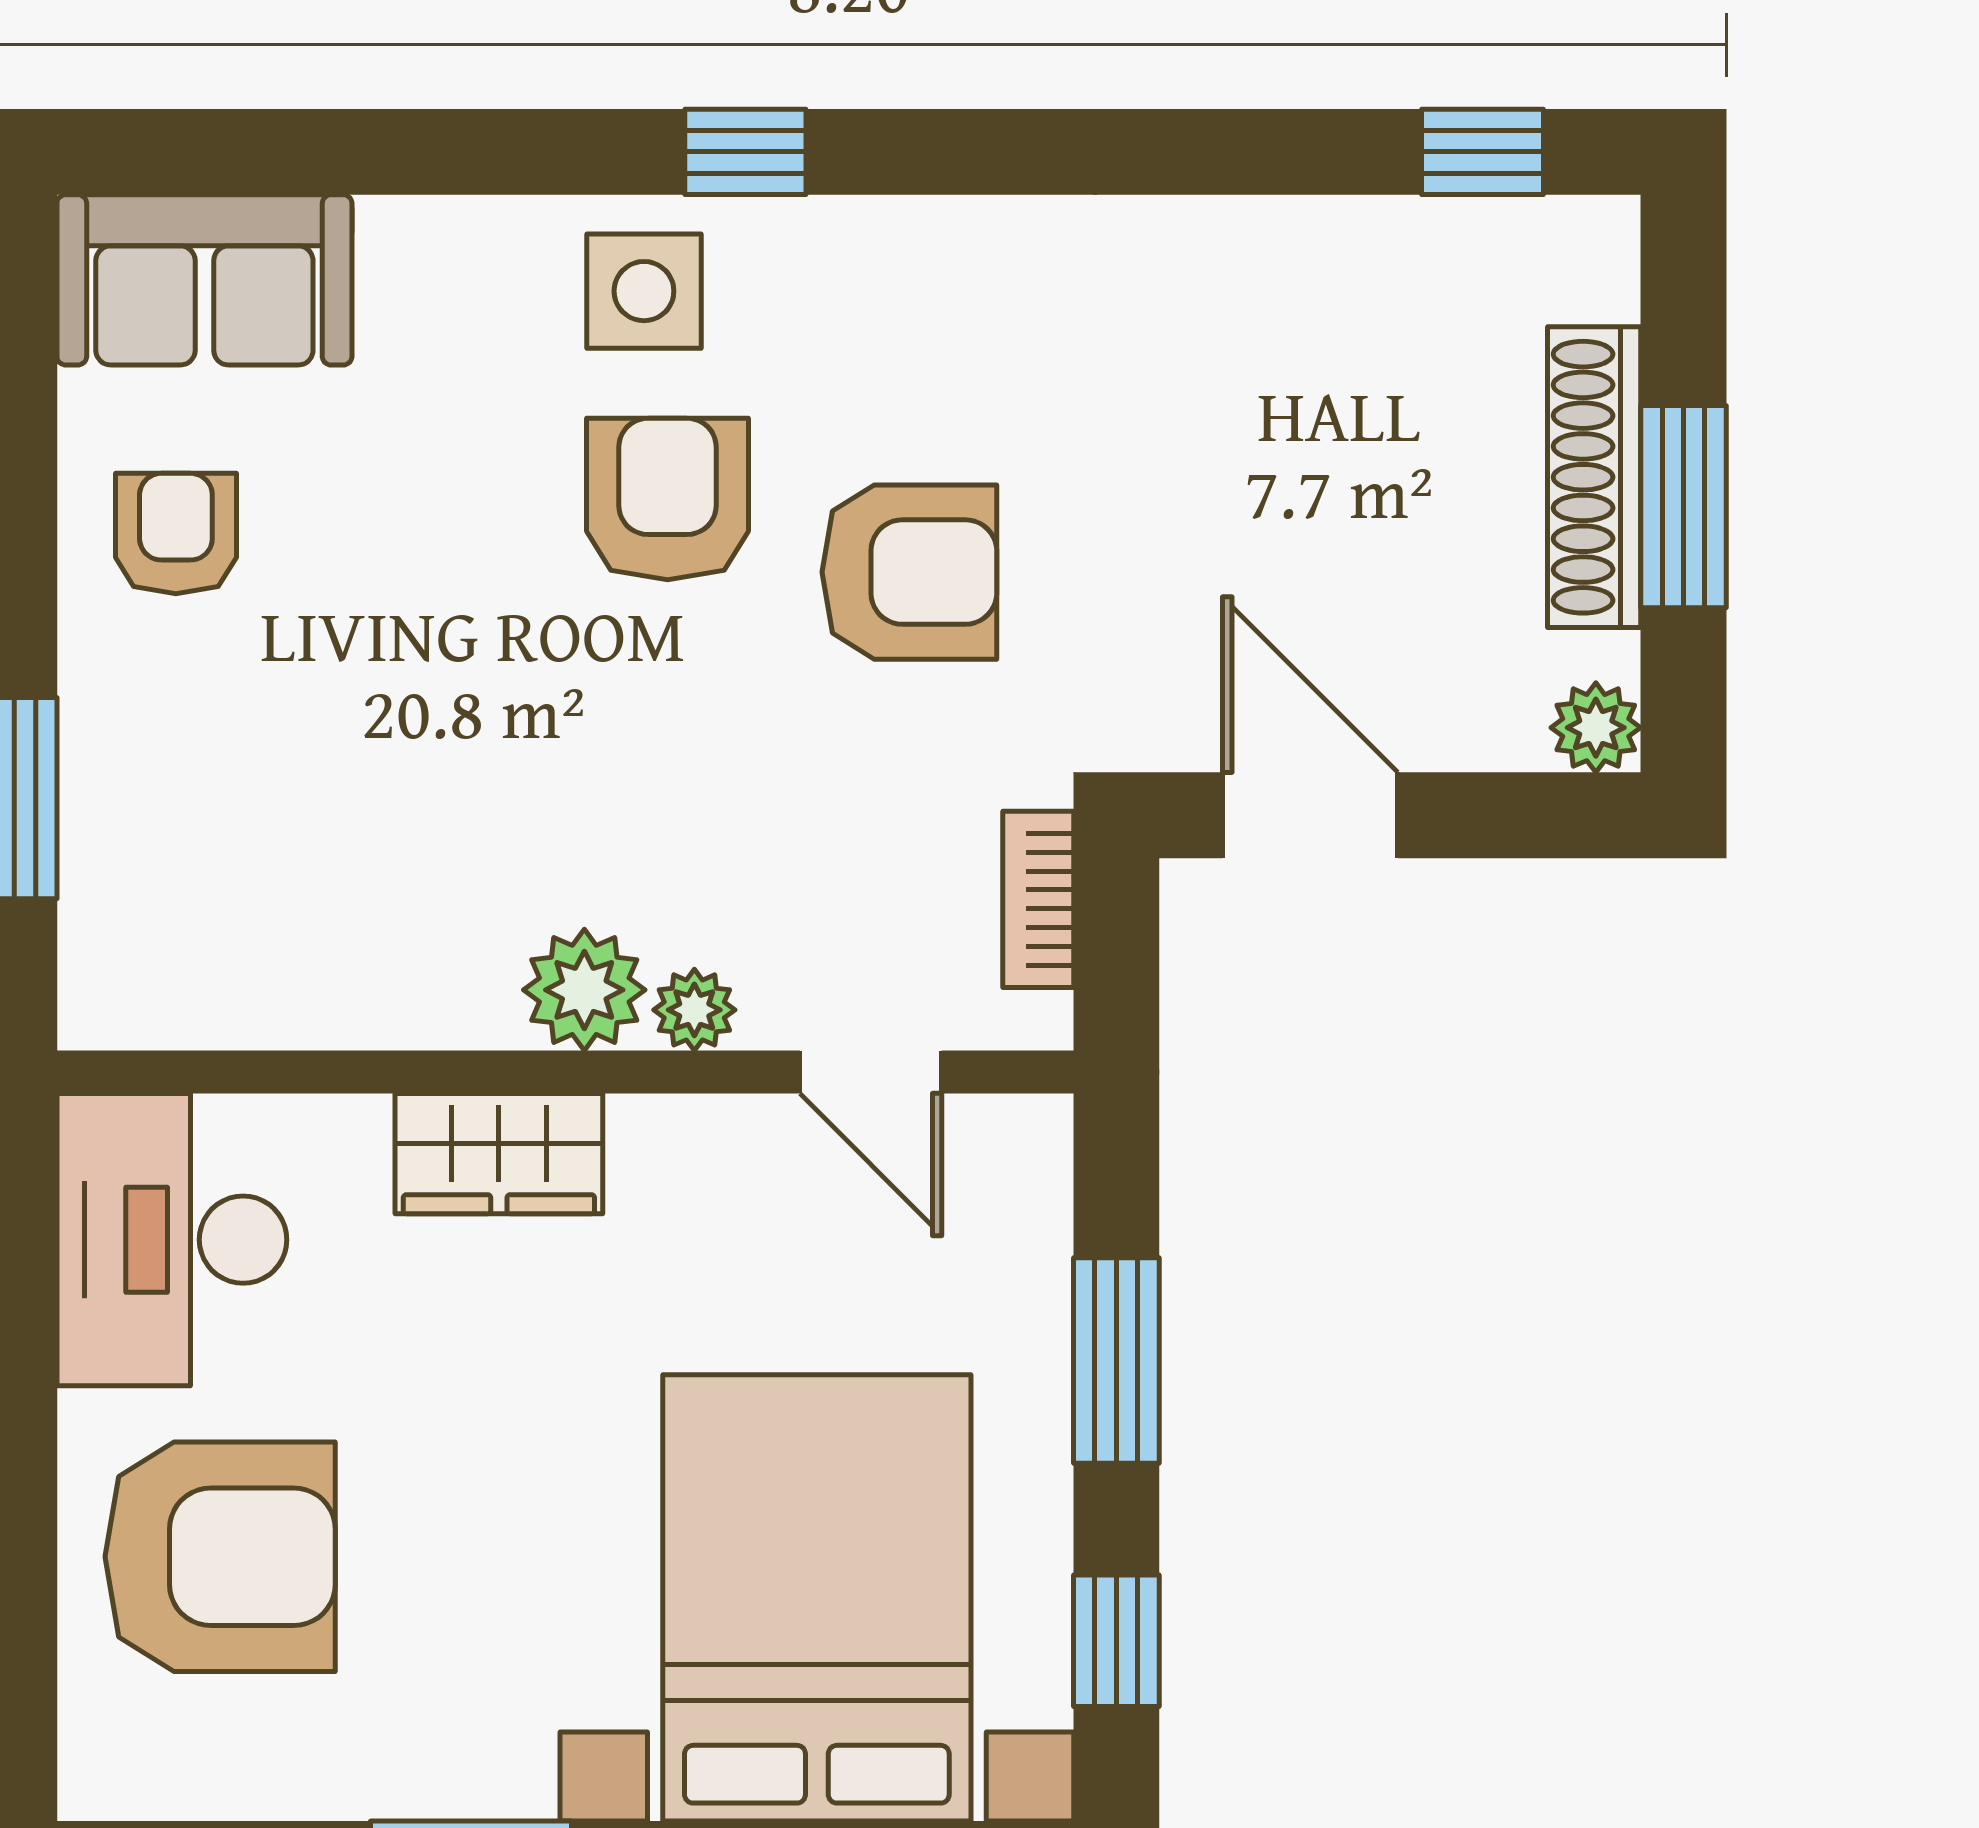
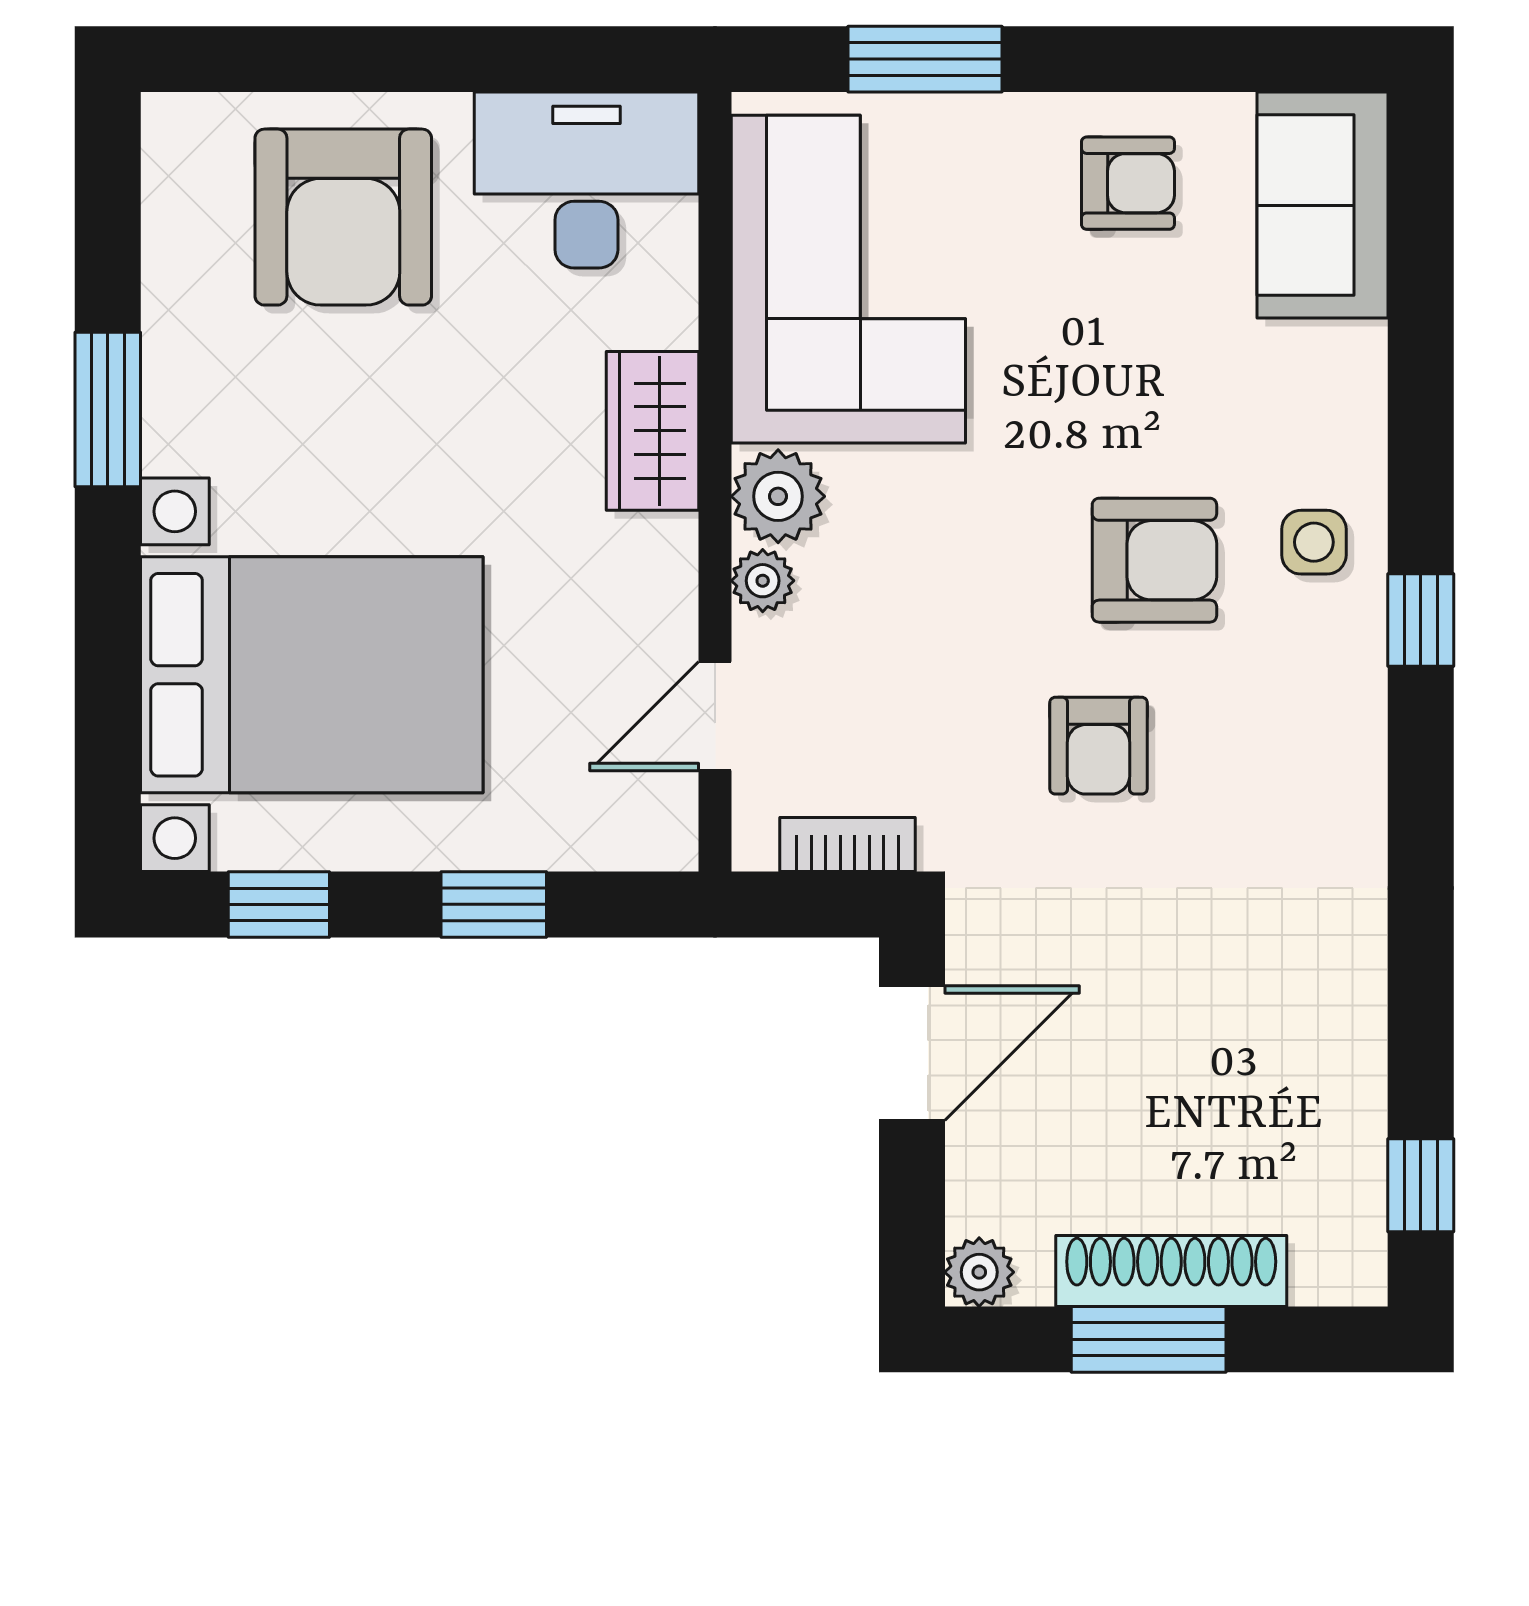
side table: (644, 291) -> (1314, 542), width x0.73, depth x0.73
armchair: (909, 572) -> (1098, 746), width x0.72, depth x0.72
corner sofa: (301, 898) -> (848, 279), added
window: (1116, 1361) -> (494, 904), width x0.67

